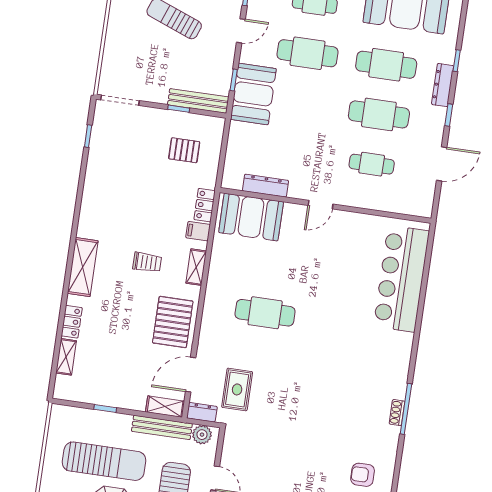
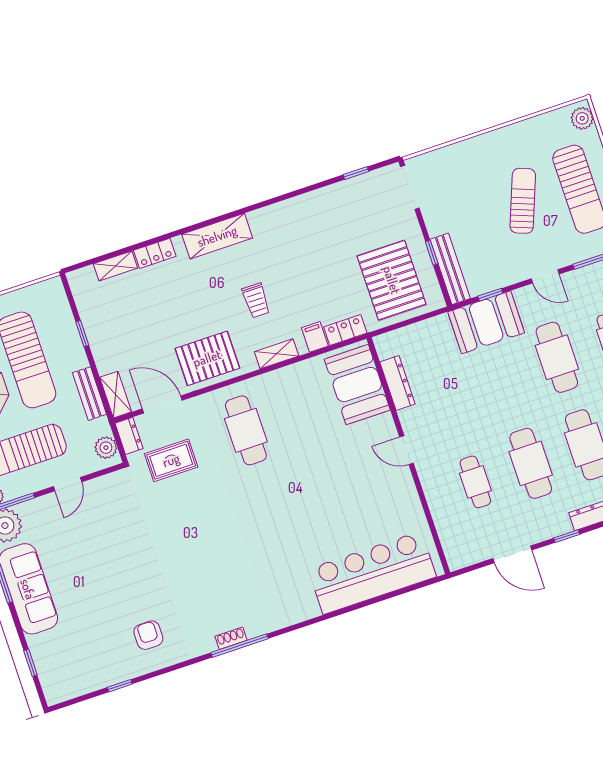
pallet: (184, 150) -> (392, 280), width x2.05, depth x2.00
cafe table: (265, 313) -> (246, 430), moved
bench: (162, 427) -> (89, 394), width x0.73

